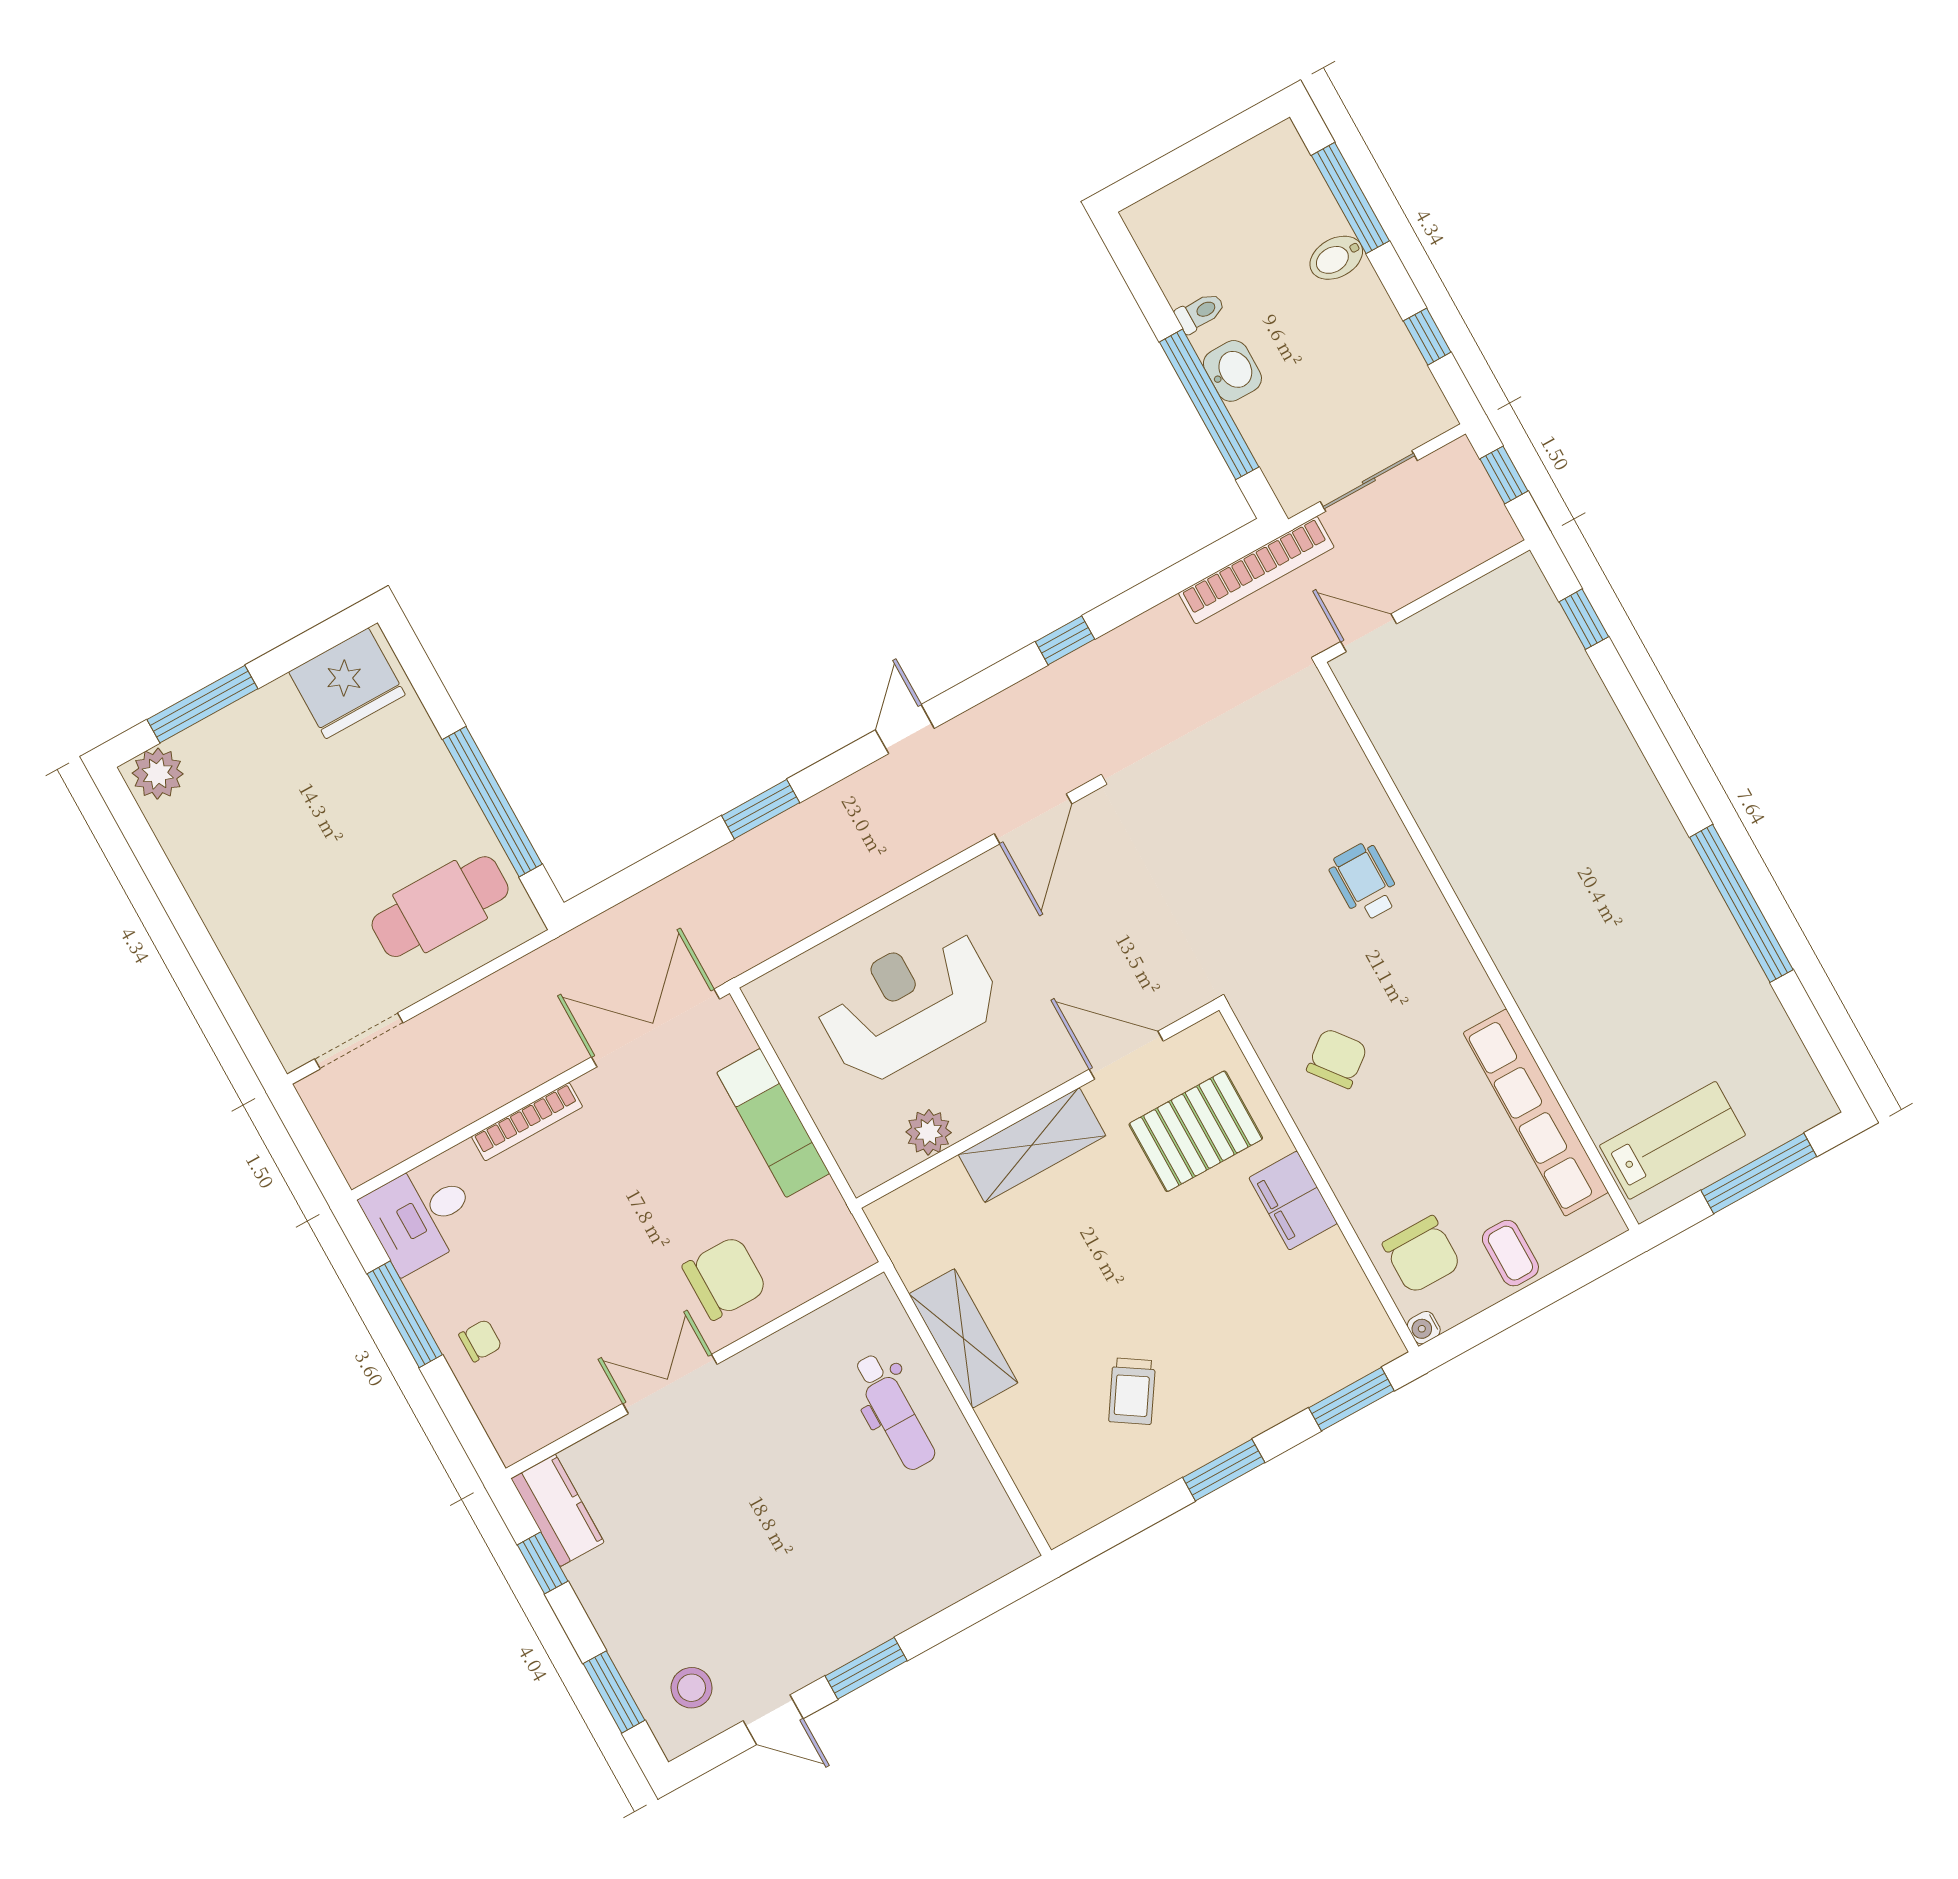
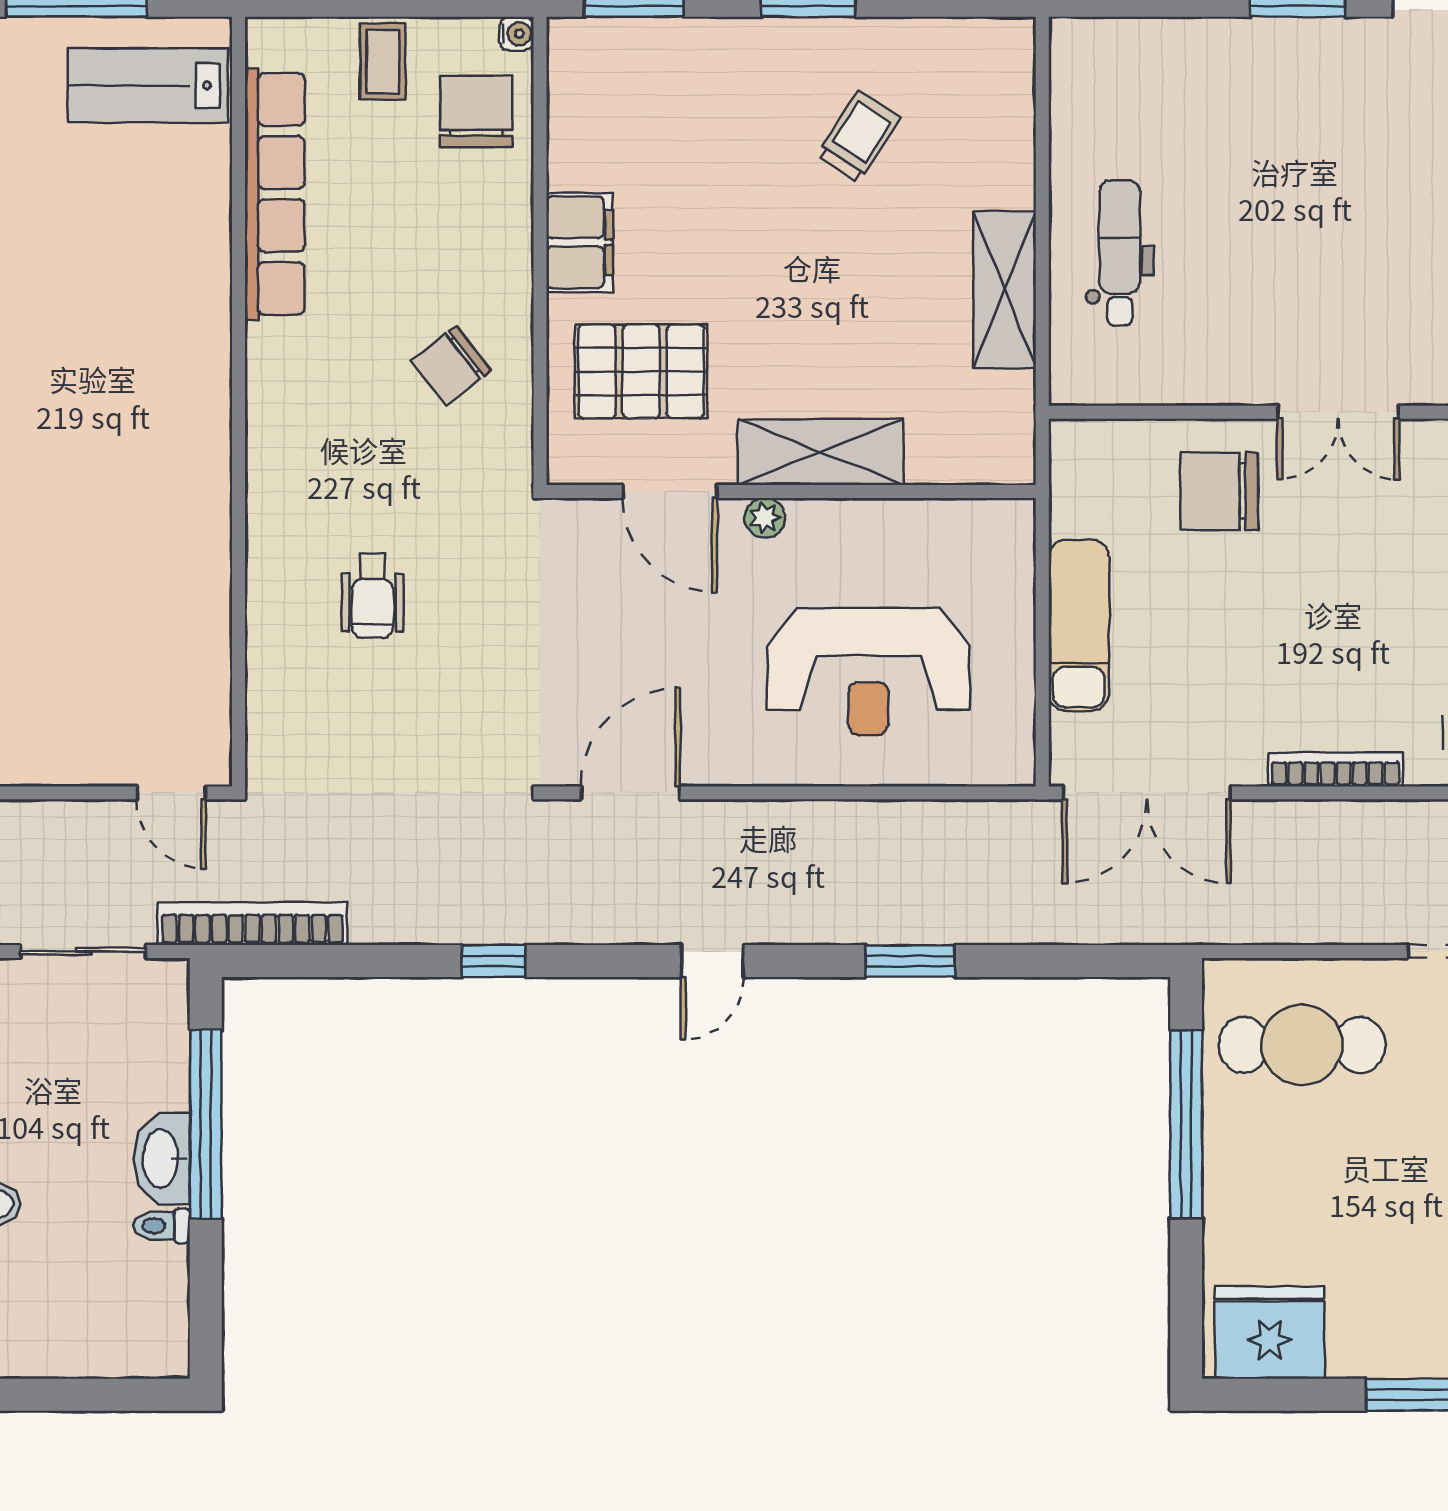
washbasin: (1232, 371) -> (162, 1159), width x1.38
wheelchair: (1365, 882) -> (373, 596), moved
plant: (929, 1132) -> (765, 518), moved, width x0.73, depth x0.73

